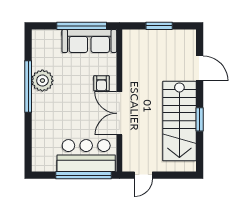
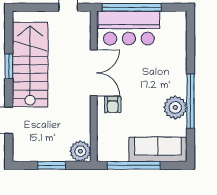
plant: (132, 39) -> (80, 151), added
sofa: (89, 41) -> (158, 149), moved
armchair: (101, 83) -> (113, 105), turned 180

